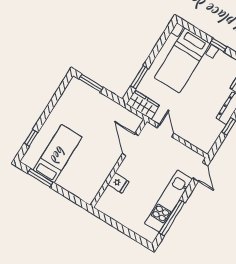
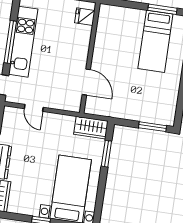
door: (165, 131) -> (34, 108), moved
fridge: (118, 183) -> (85, 17), moved
window: (172, 218) -> (10, 42), moved

